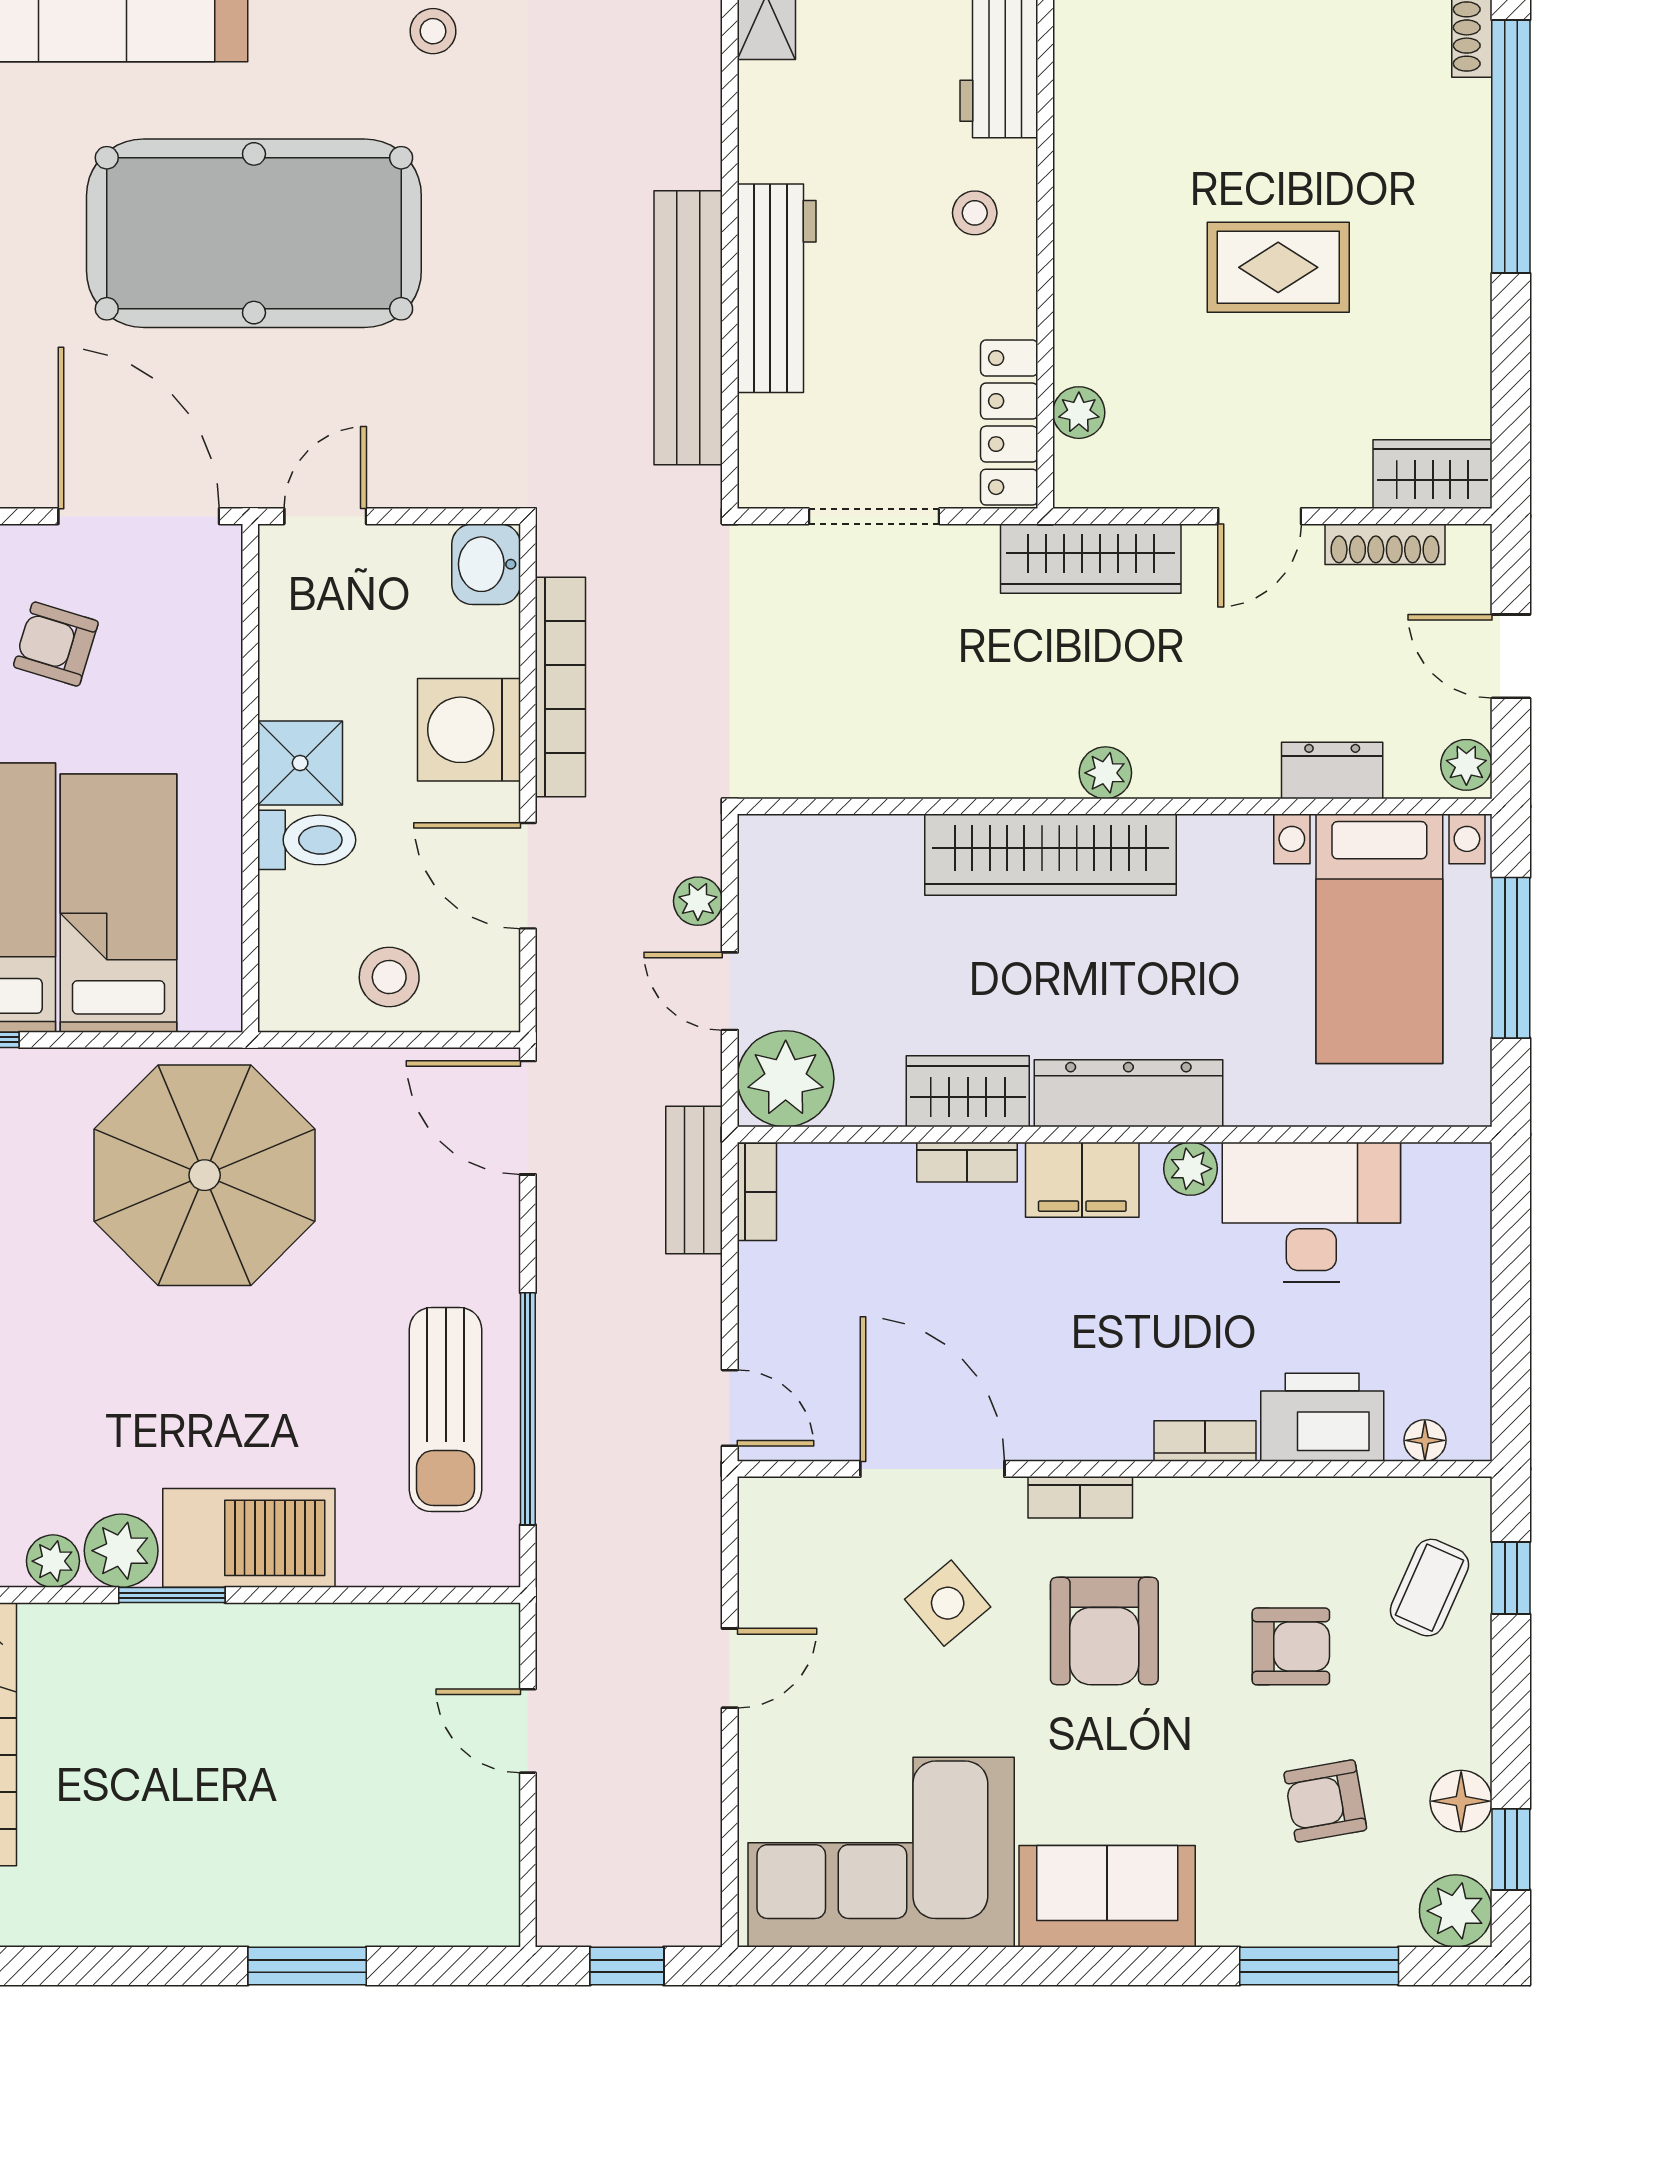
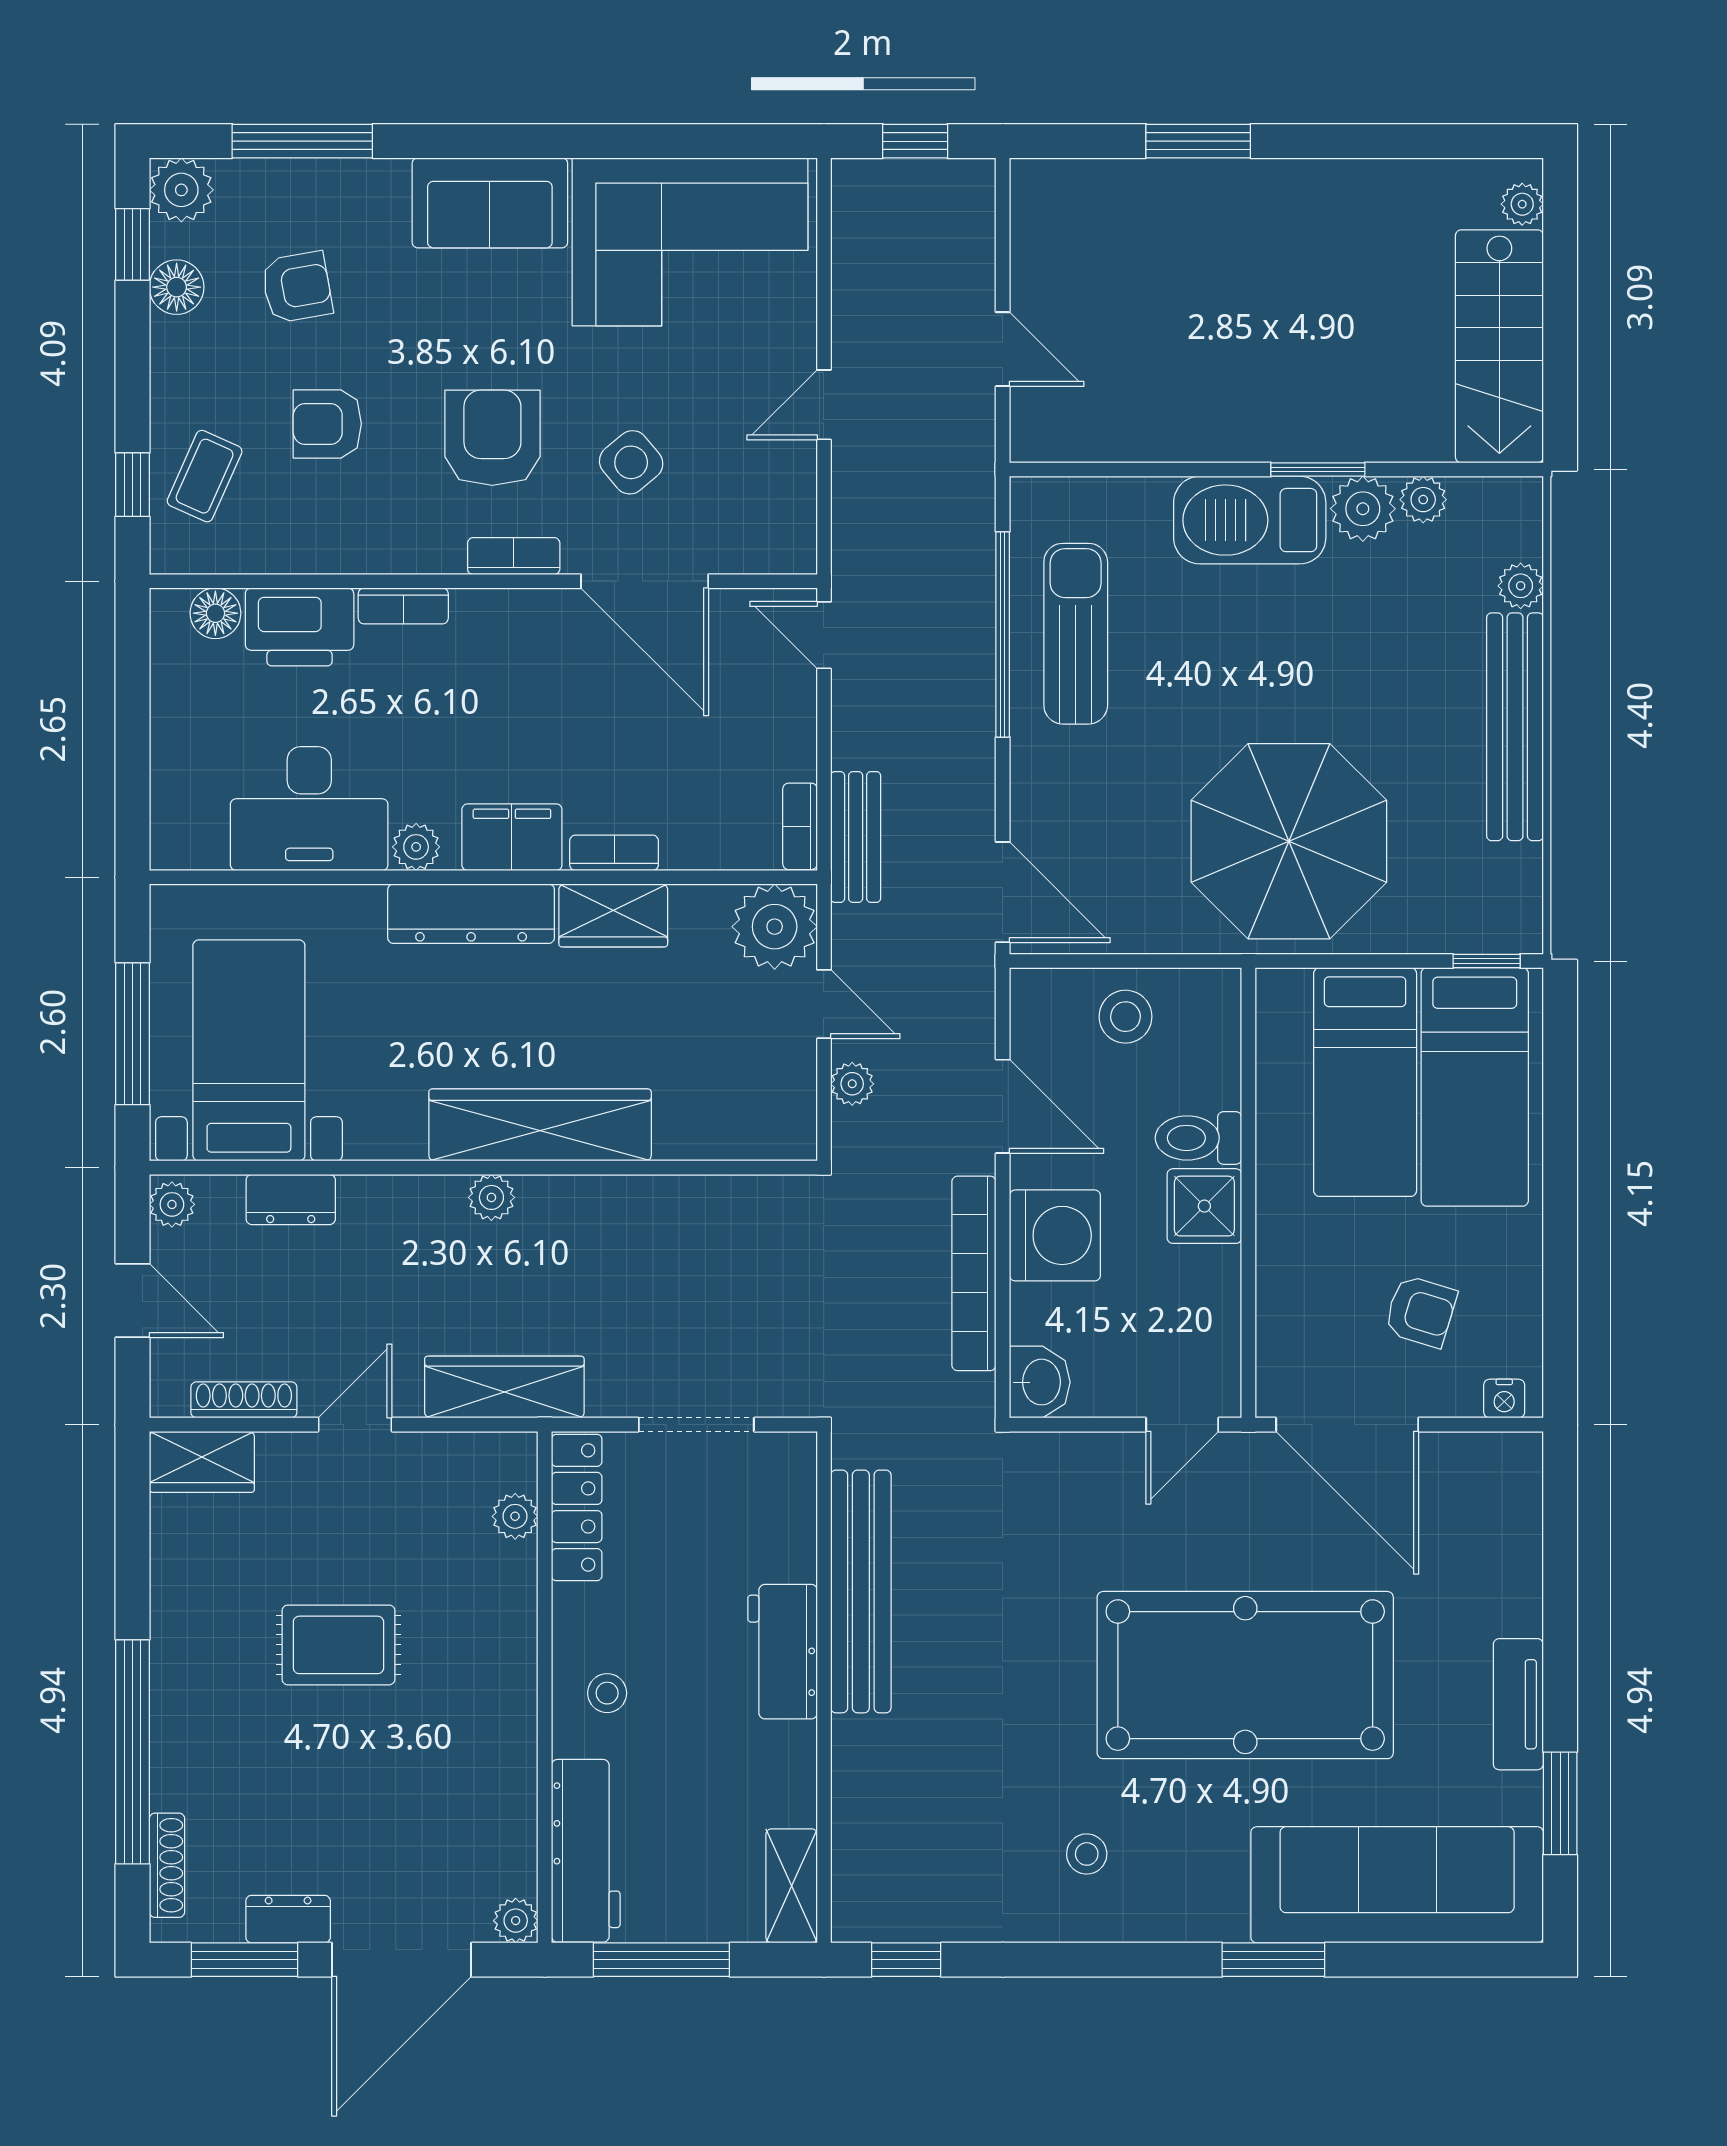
workbench: (777, 288) -> (783, 1652), width x0.73
floor lamp: (1425, 1440) -> (215, 613), width x1.37, depth x1.37

